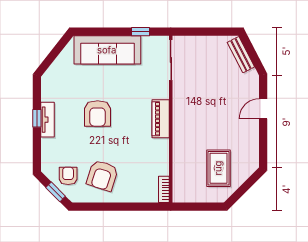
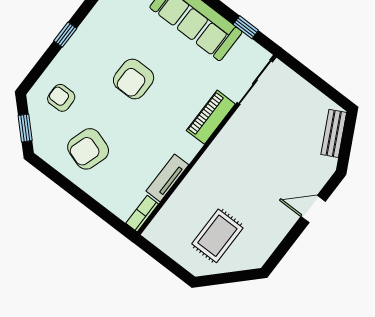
piano: (161, 119) -> (211, 117), moved
tv unit: (48, 120) -> (167, 178), moved, turned 180
armchair: (68, 176) -> (61, 98), moved, turned -91

